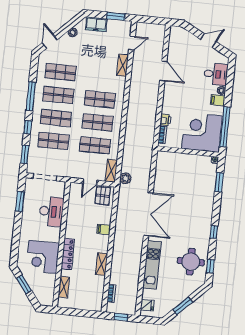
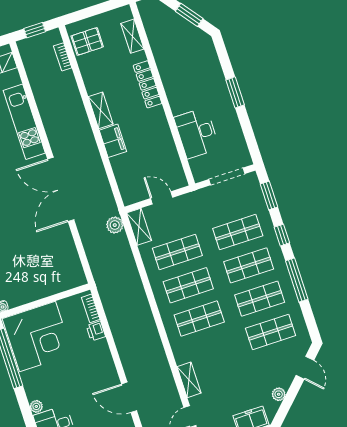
filing cabinet: (218, 100) -> (36, 391), removed
door: (90, 182) -> (162, 198), hinge flipped
pallet: (103, 196) -> (87, 41), moved, turned 90
window: (20, 201) -> (235, 92), moved
filing cabinet: (104, 229) -> (113, 141), width x2.00
corner desk: (43, 257) -> (180, 65), removed
shelving: (102, 264) -> (101, 110), moved

